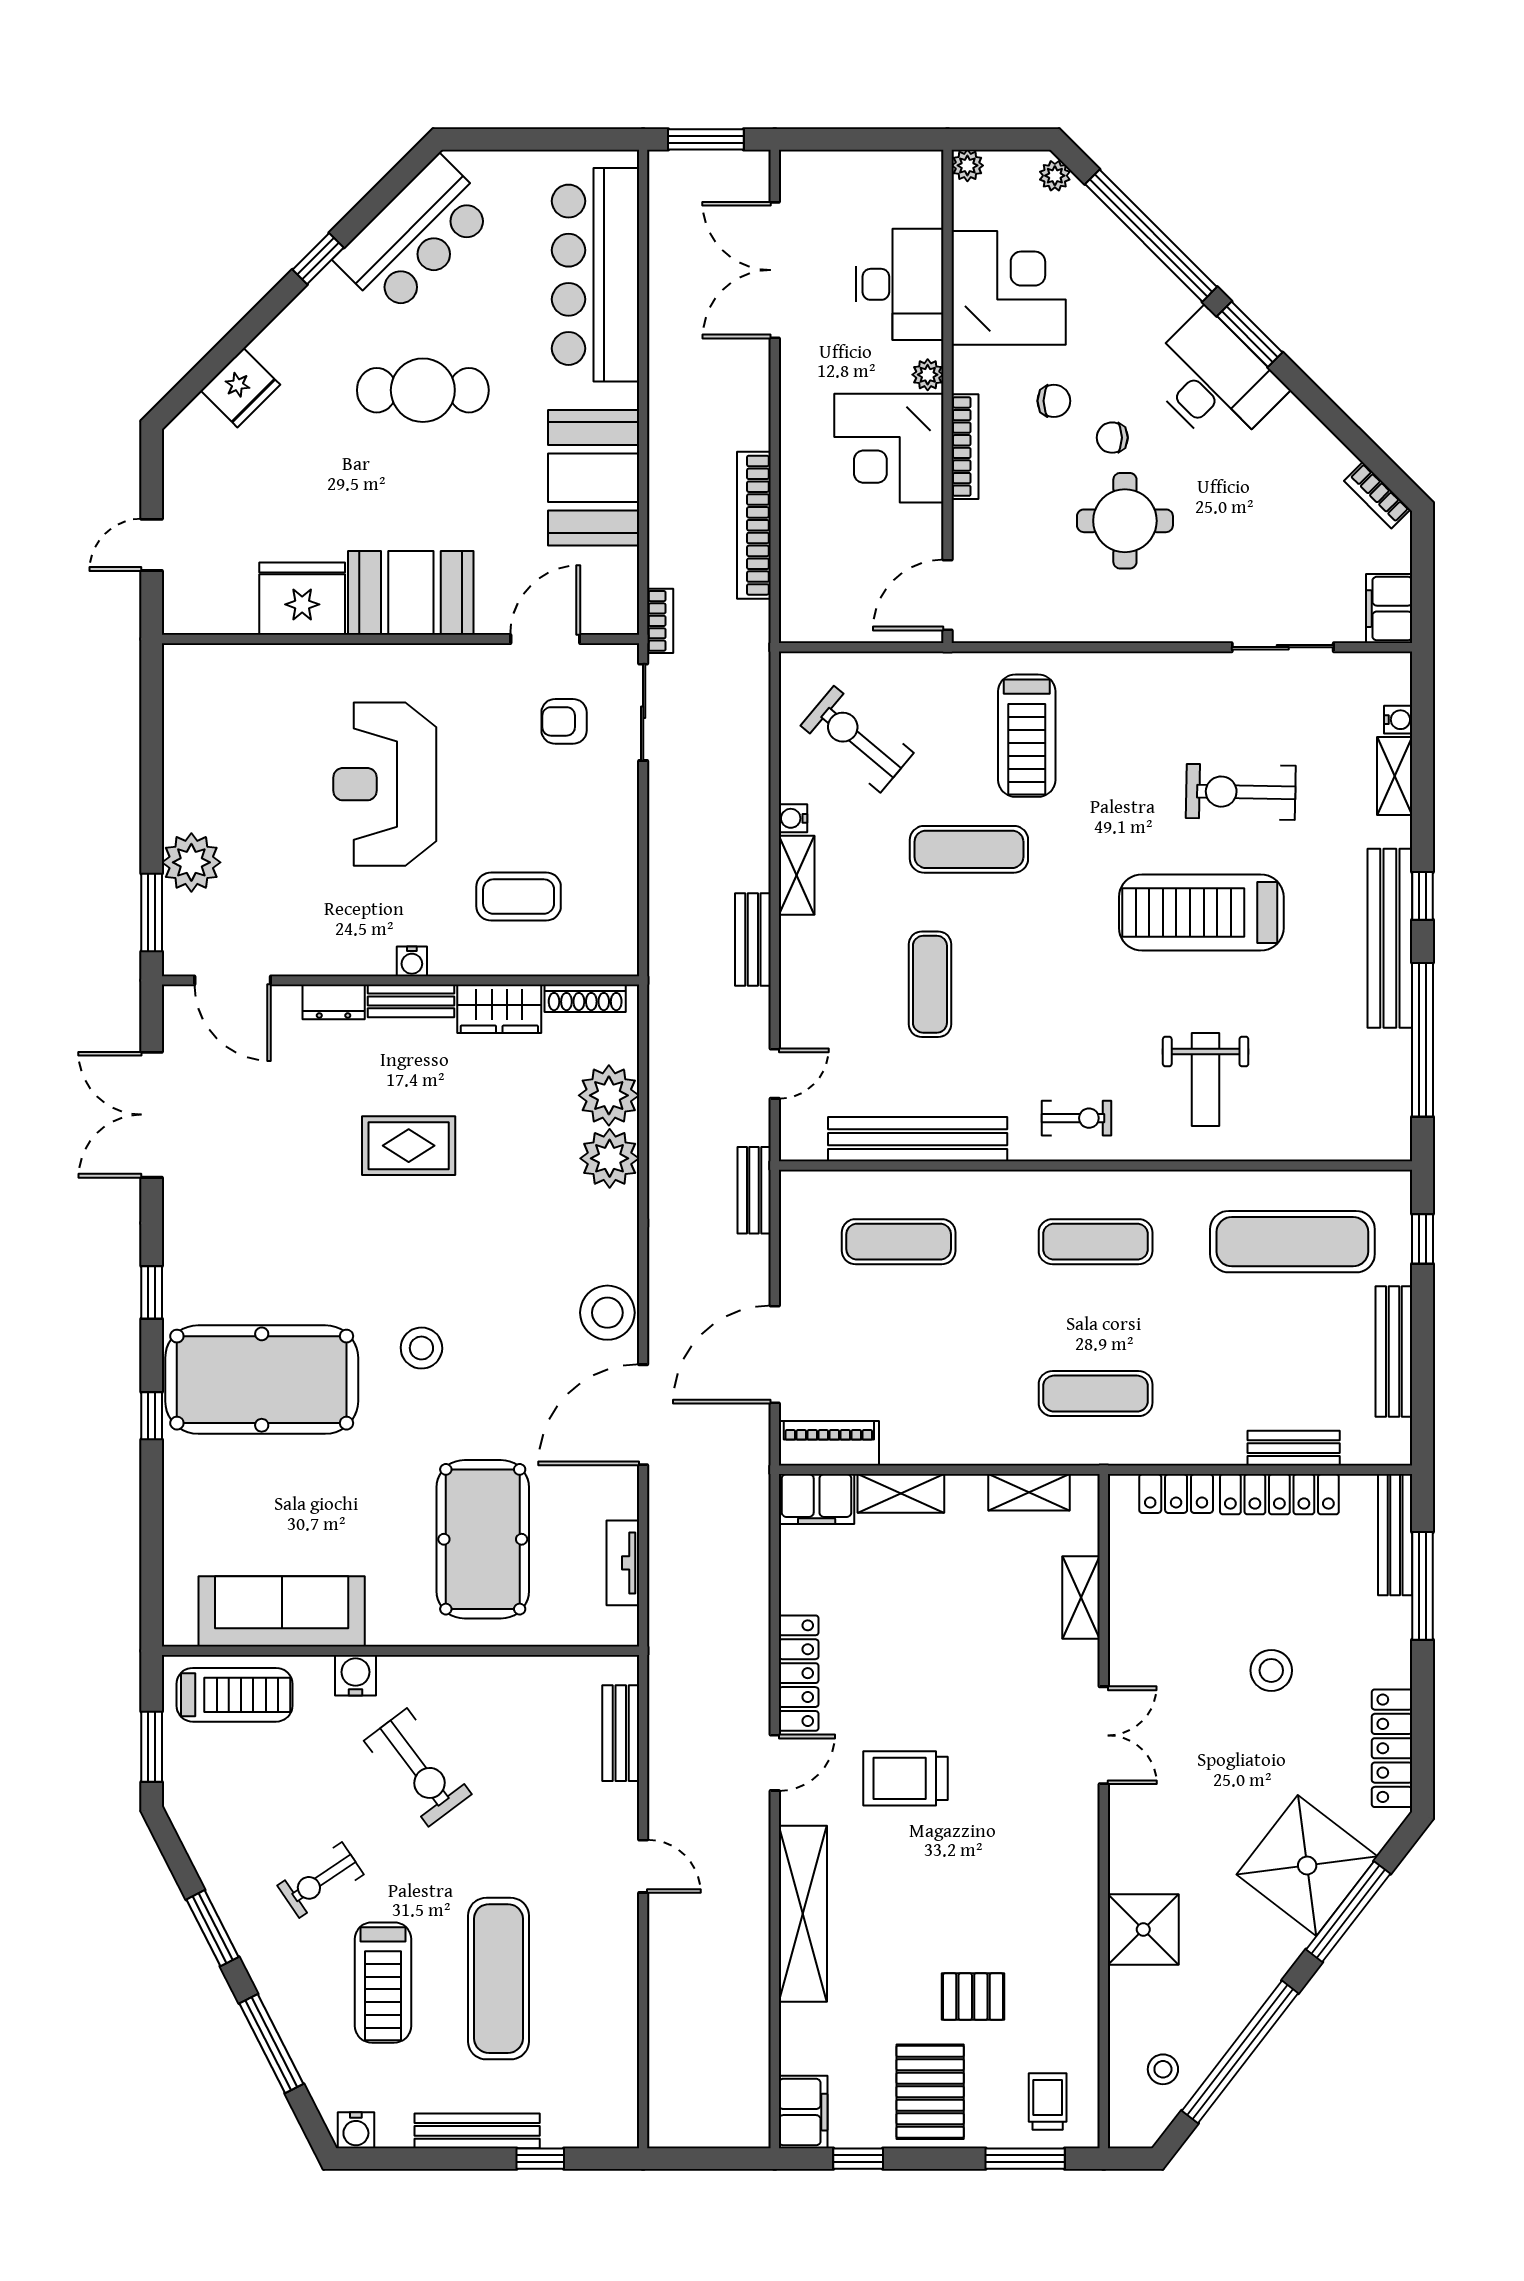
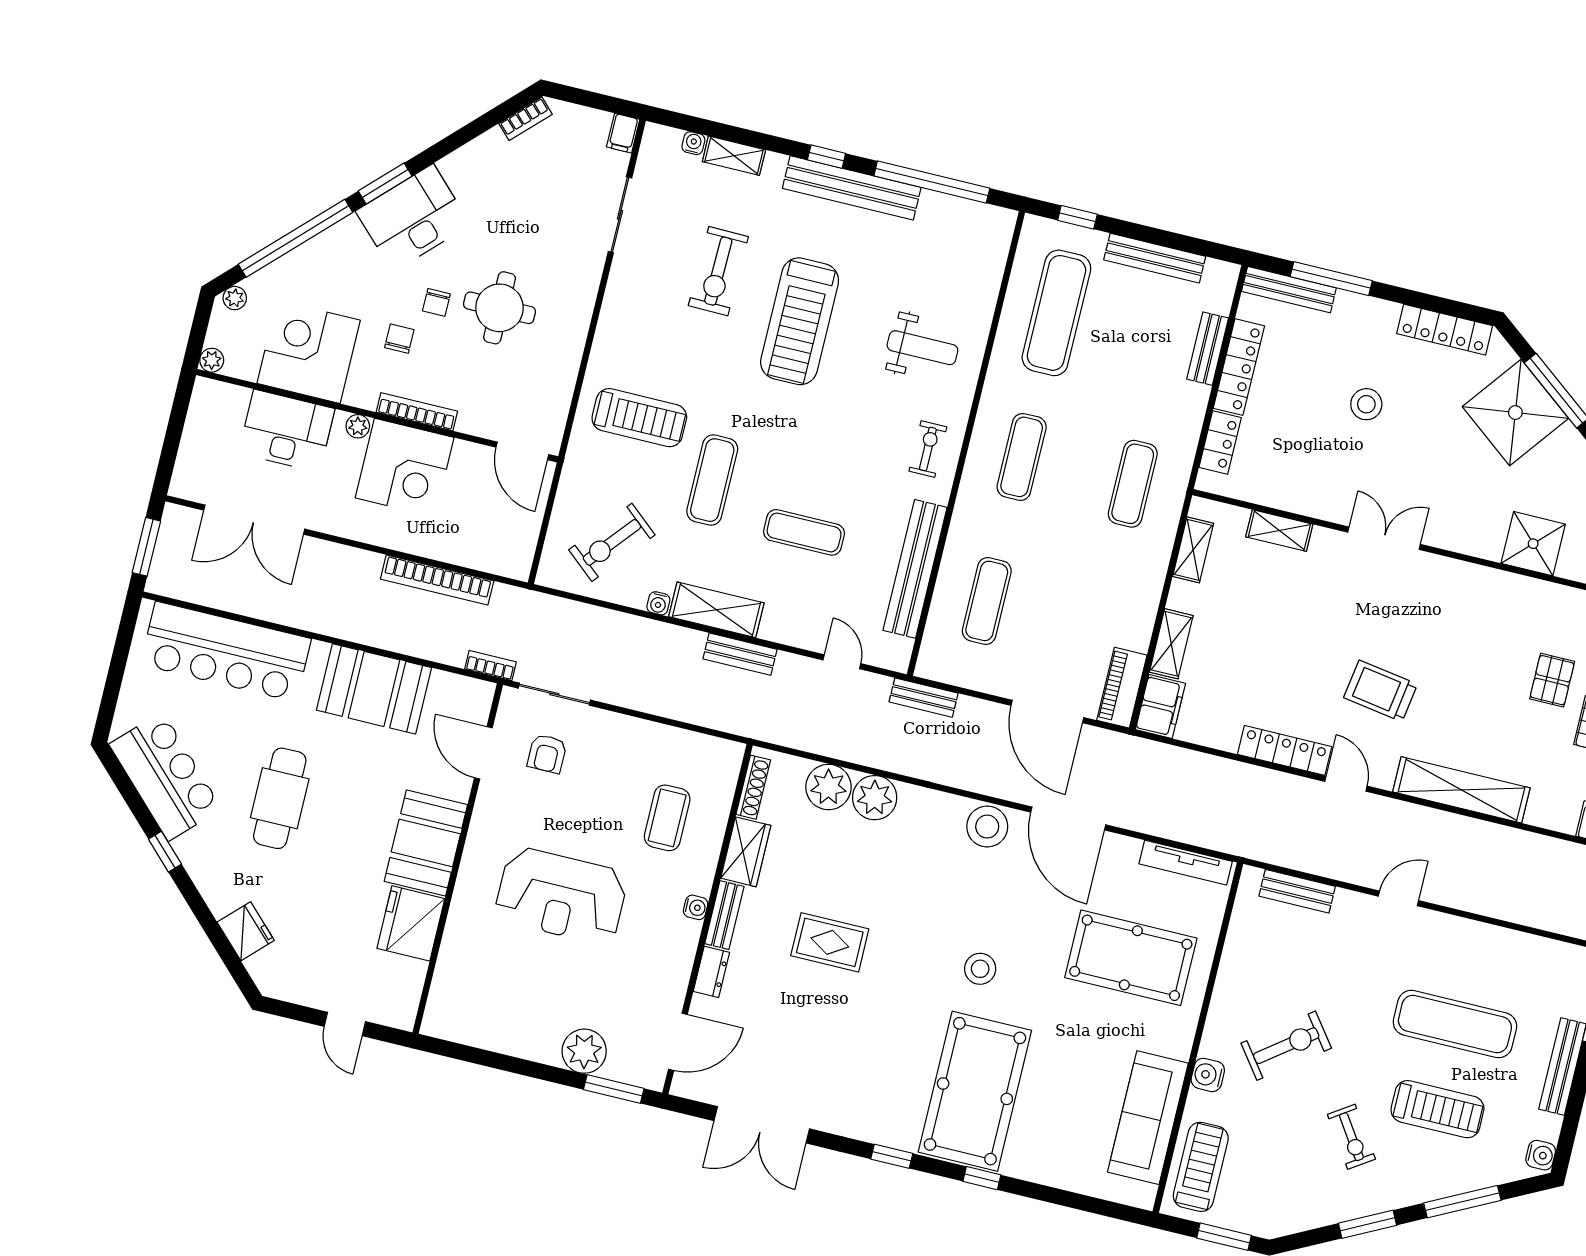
filing cabinet: (1389, 609) -> (623, 133), width x0.50
shelving: (797, 875) -> (716, 610), width x1.50, depth x1.33
rug: (409, 1146) -> (830, 942), turned 90
tv unit: (623, 1563) -> (1186, 863), width x1.41
trolley: (906, 1778) -> (1381, 691), turned 99

